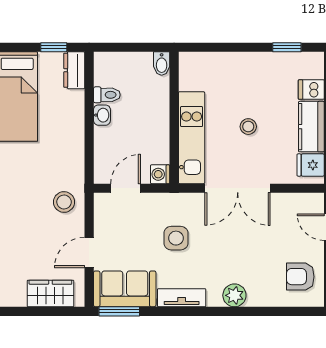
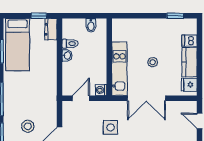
bidet: (162, 64) -> (91, 25), moved
stool: (64, 202) -> (28, 126), moved

